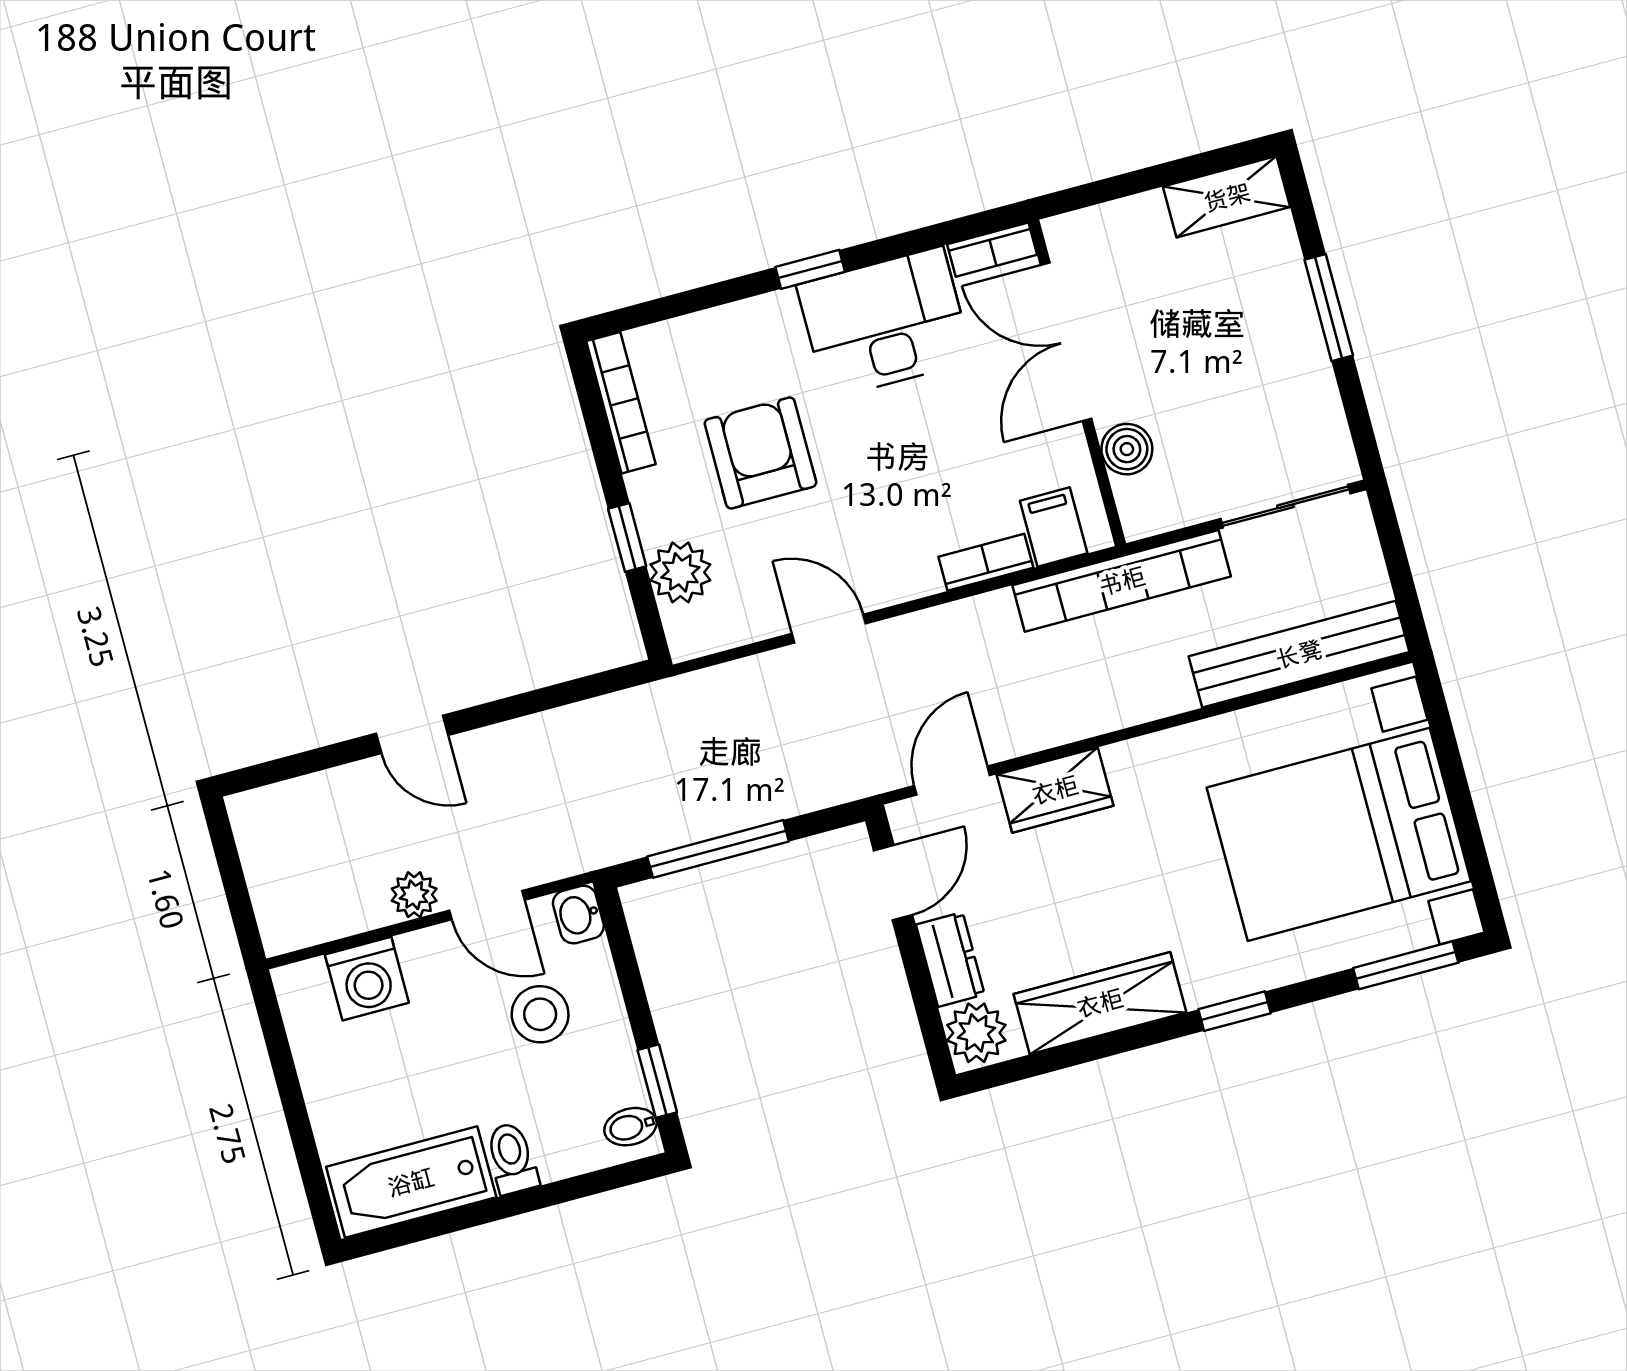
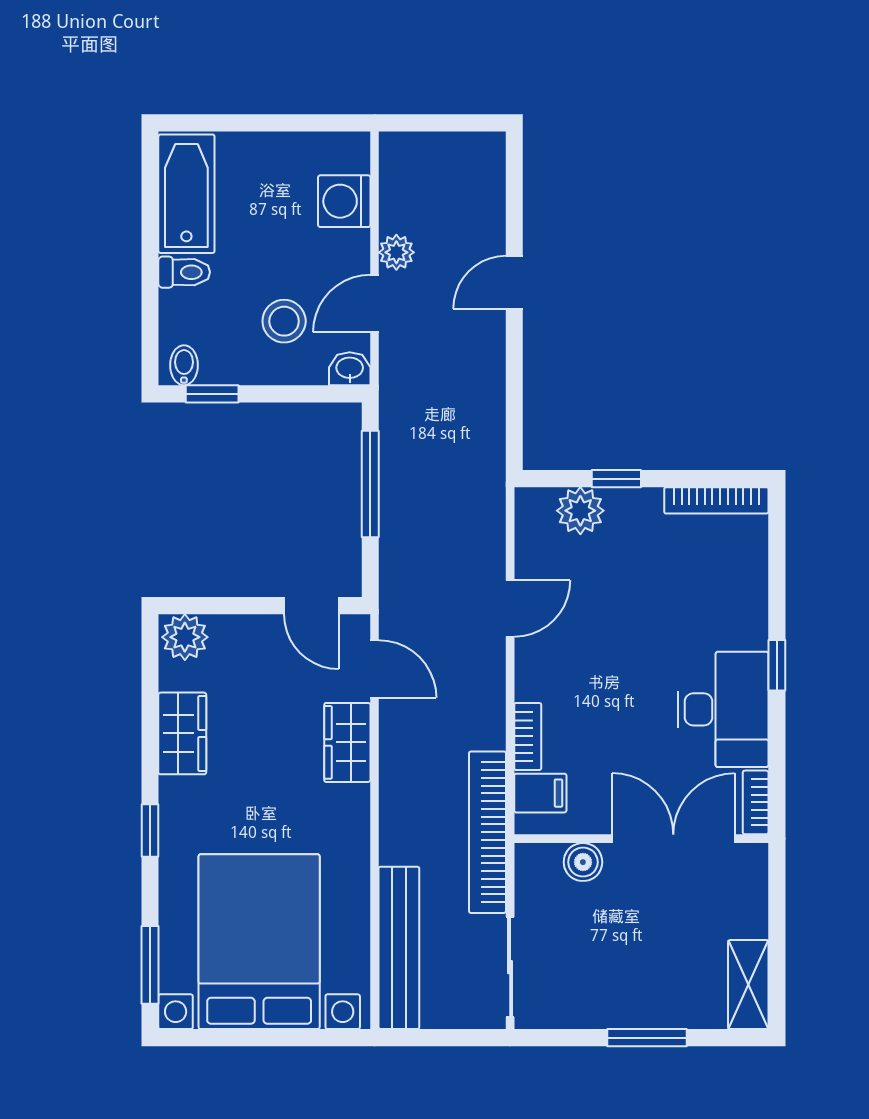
armchair: (760, 453) -> (652, 593), removed
dresser: (950, 959) -> (244, 632), removed
wardrobe: (1100, 1003) -> (182, 733), width x0.67

